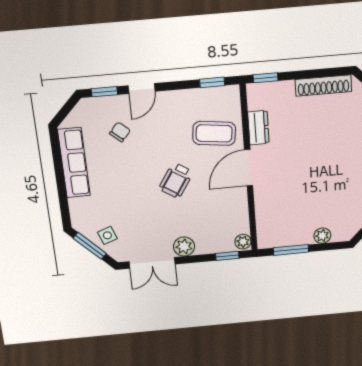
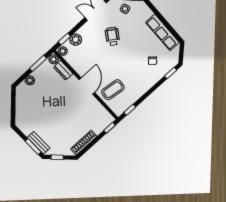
door: (141, 88) -> (157, 86), removed
dresser: (258, 128) -> (63, 70), moved
wheelchair: (176, 180) -> (112, 36), moved
plant: (265, 240) -> (54, 59), added
plant: (184, 247) -> (76, 40), moved

